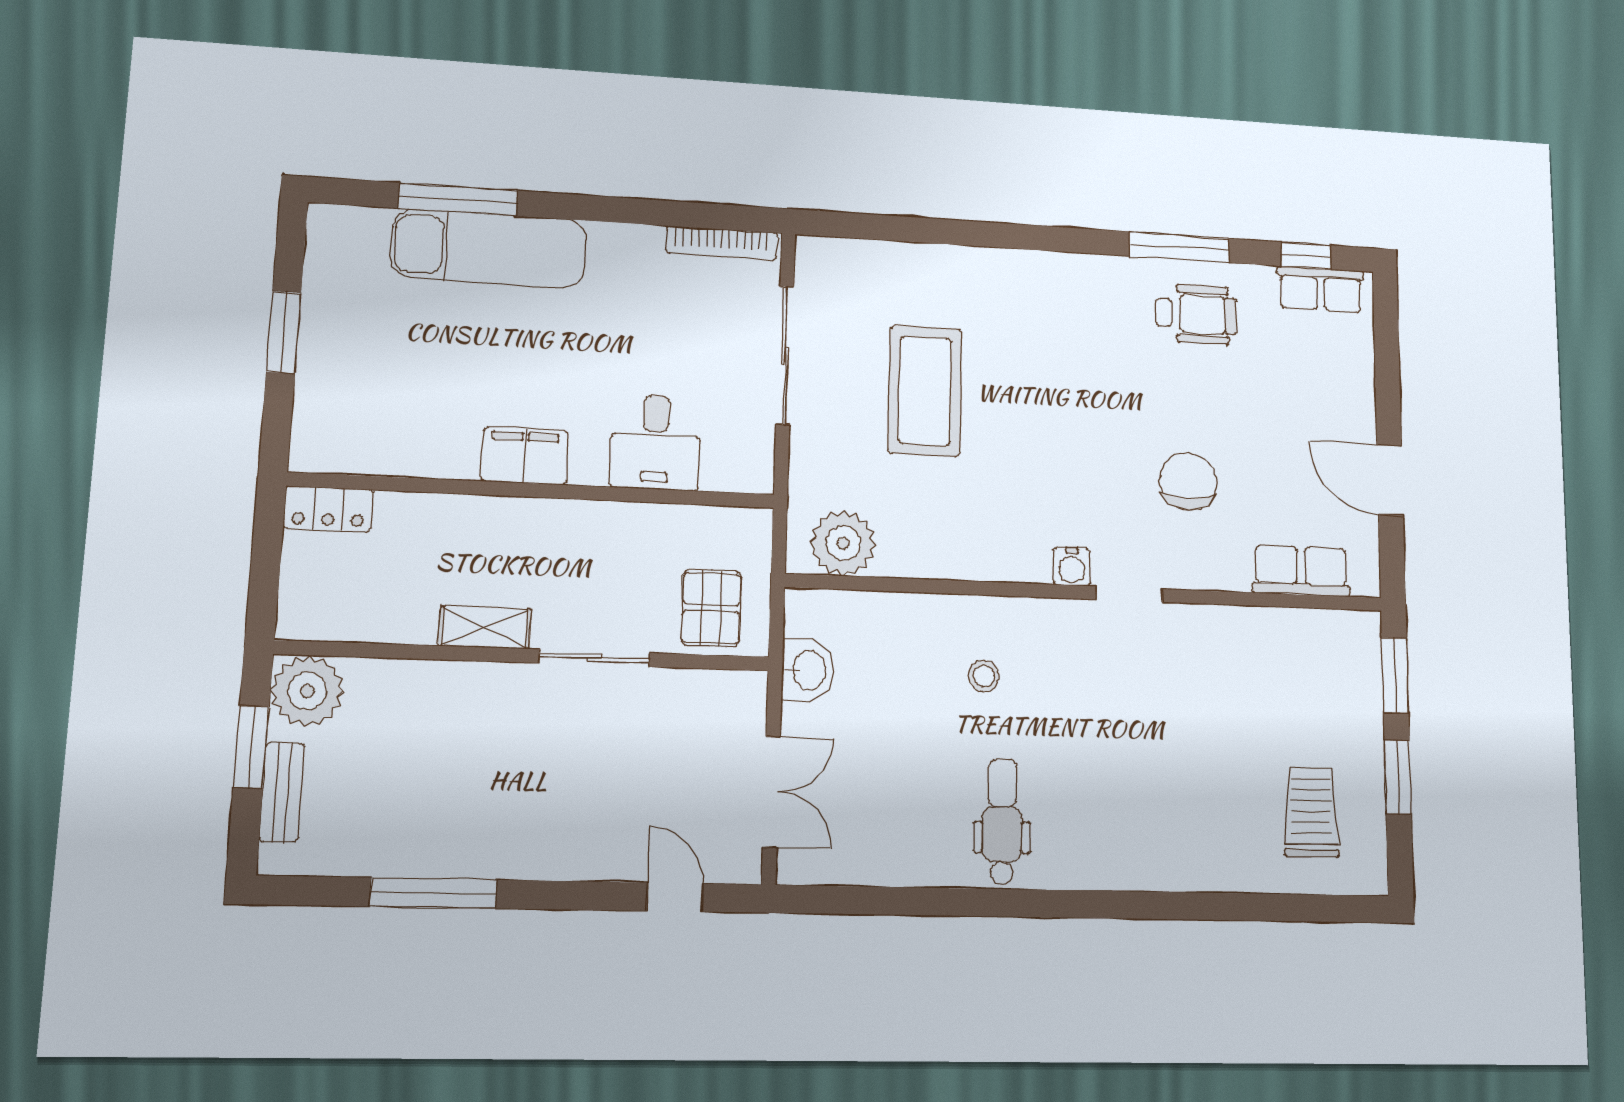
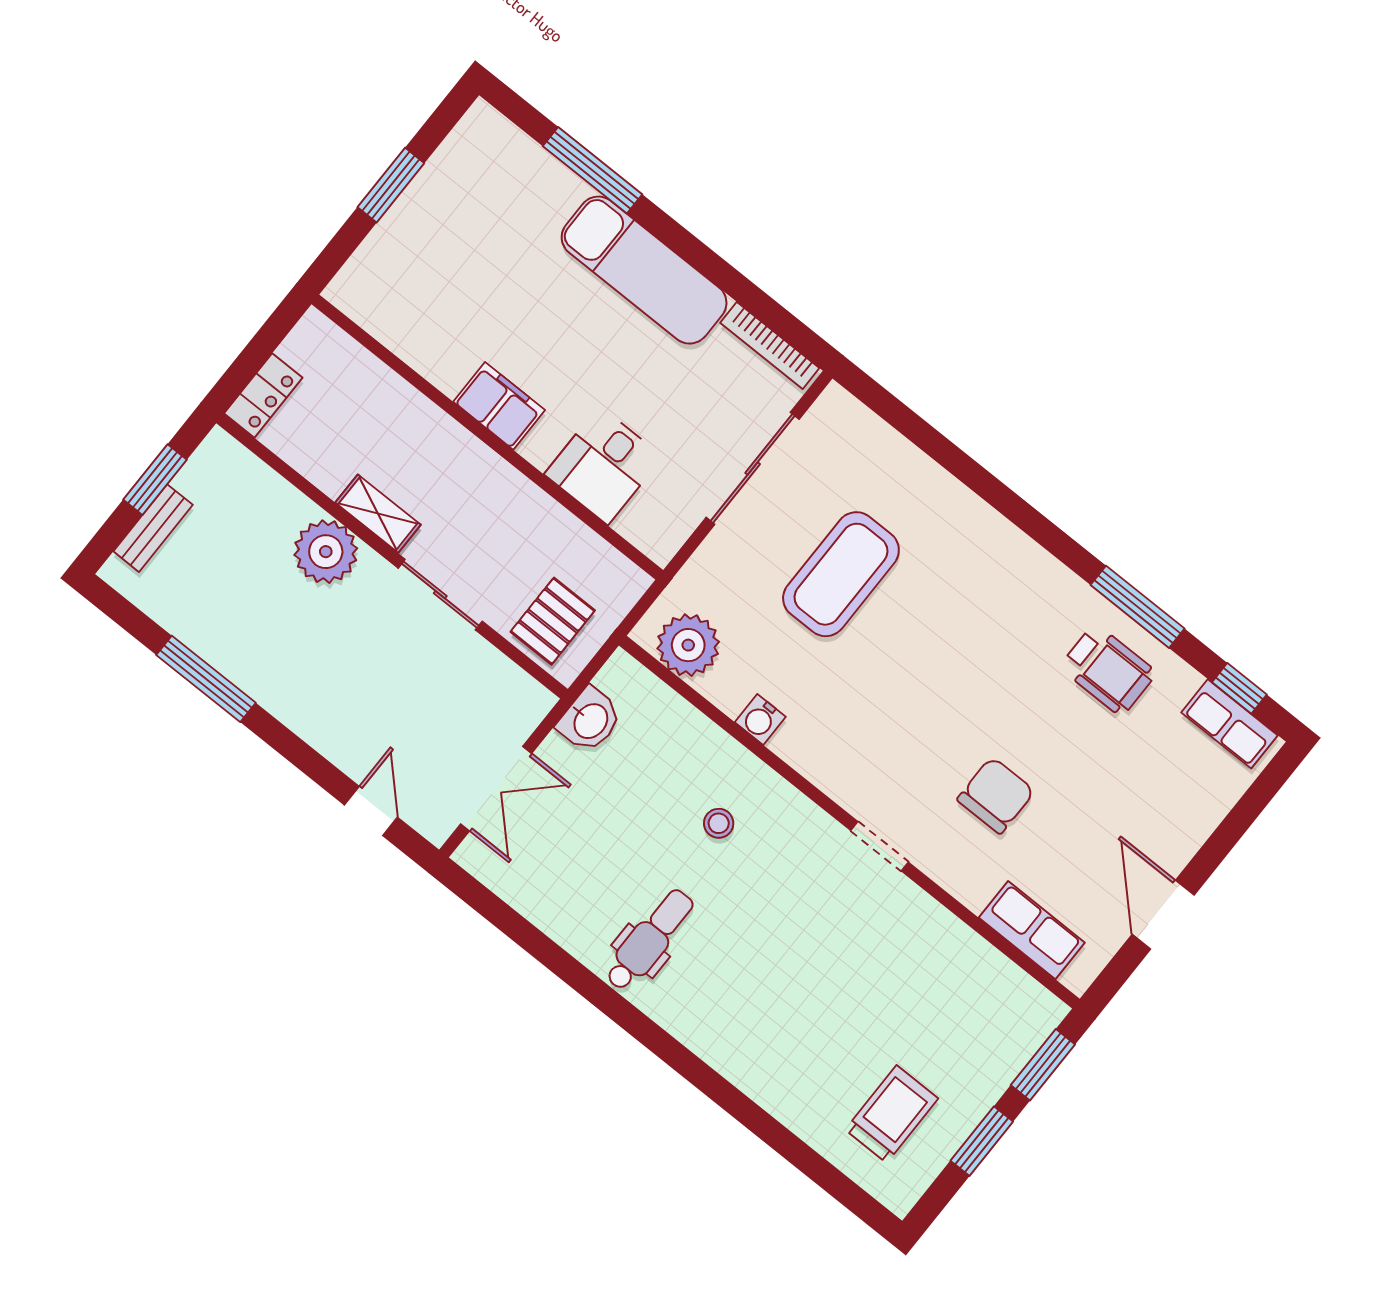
exam couch: (489, 248) -> (644, 270), moved
locker: (328, 509) -> (263, 395), moved, turned -90
water cooler: (1072, 566) -> (760, 719), moved
plant: (307, 691) -> (326, 552), moved

